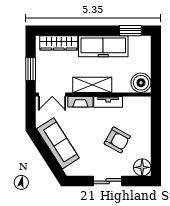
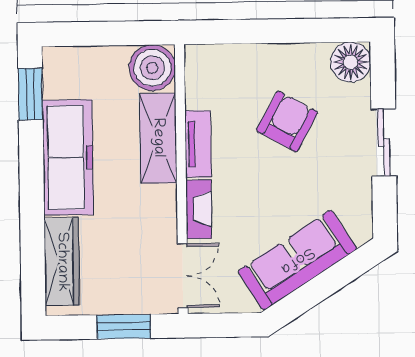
shelving: (92, 85) -> (158, 138), moved

